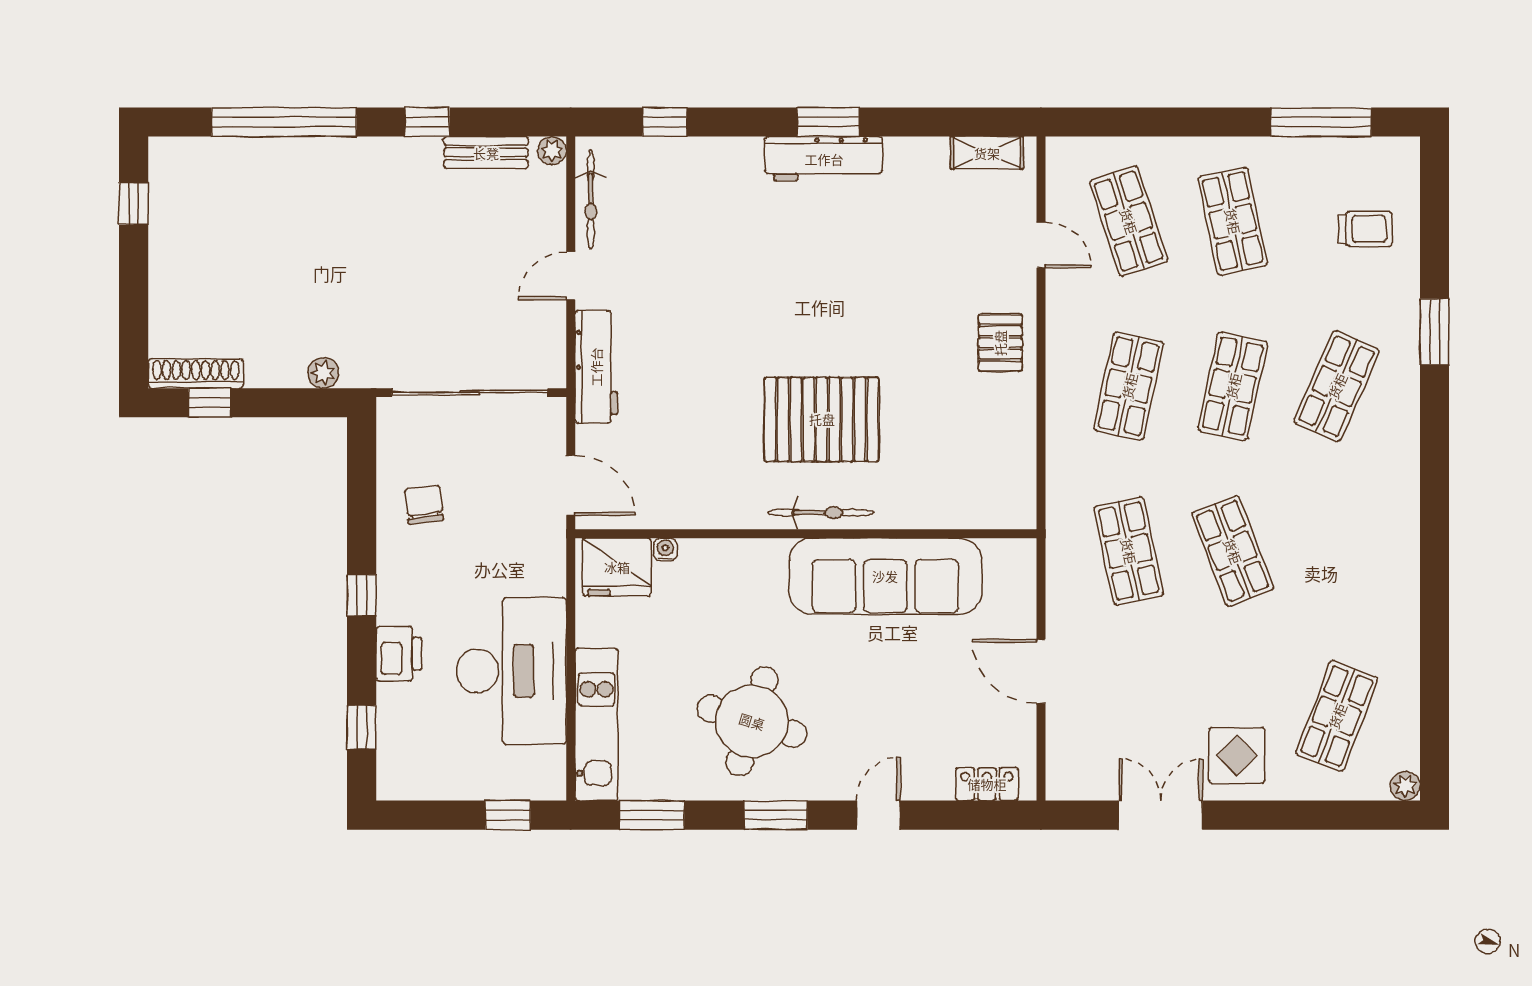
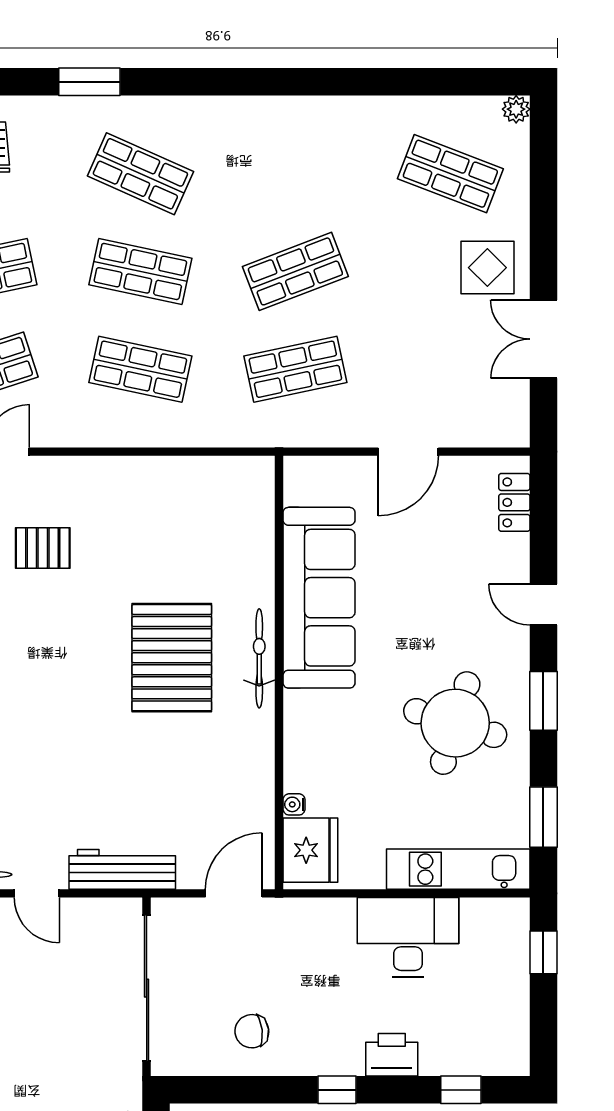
pallet: (1000, 343) -> (43, 548), moved
desk: (511, 671) -> (408, 937), width x0.73, depth x0.77

